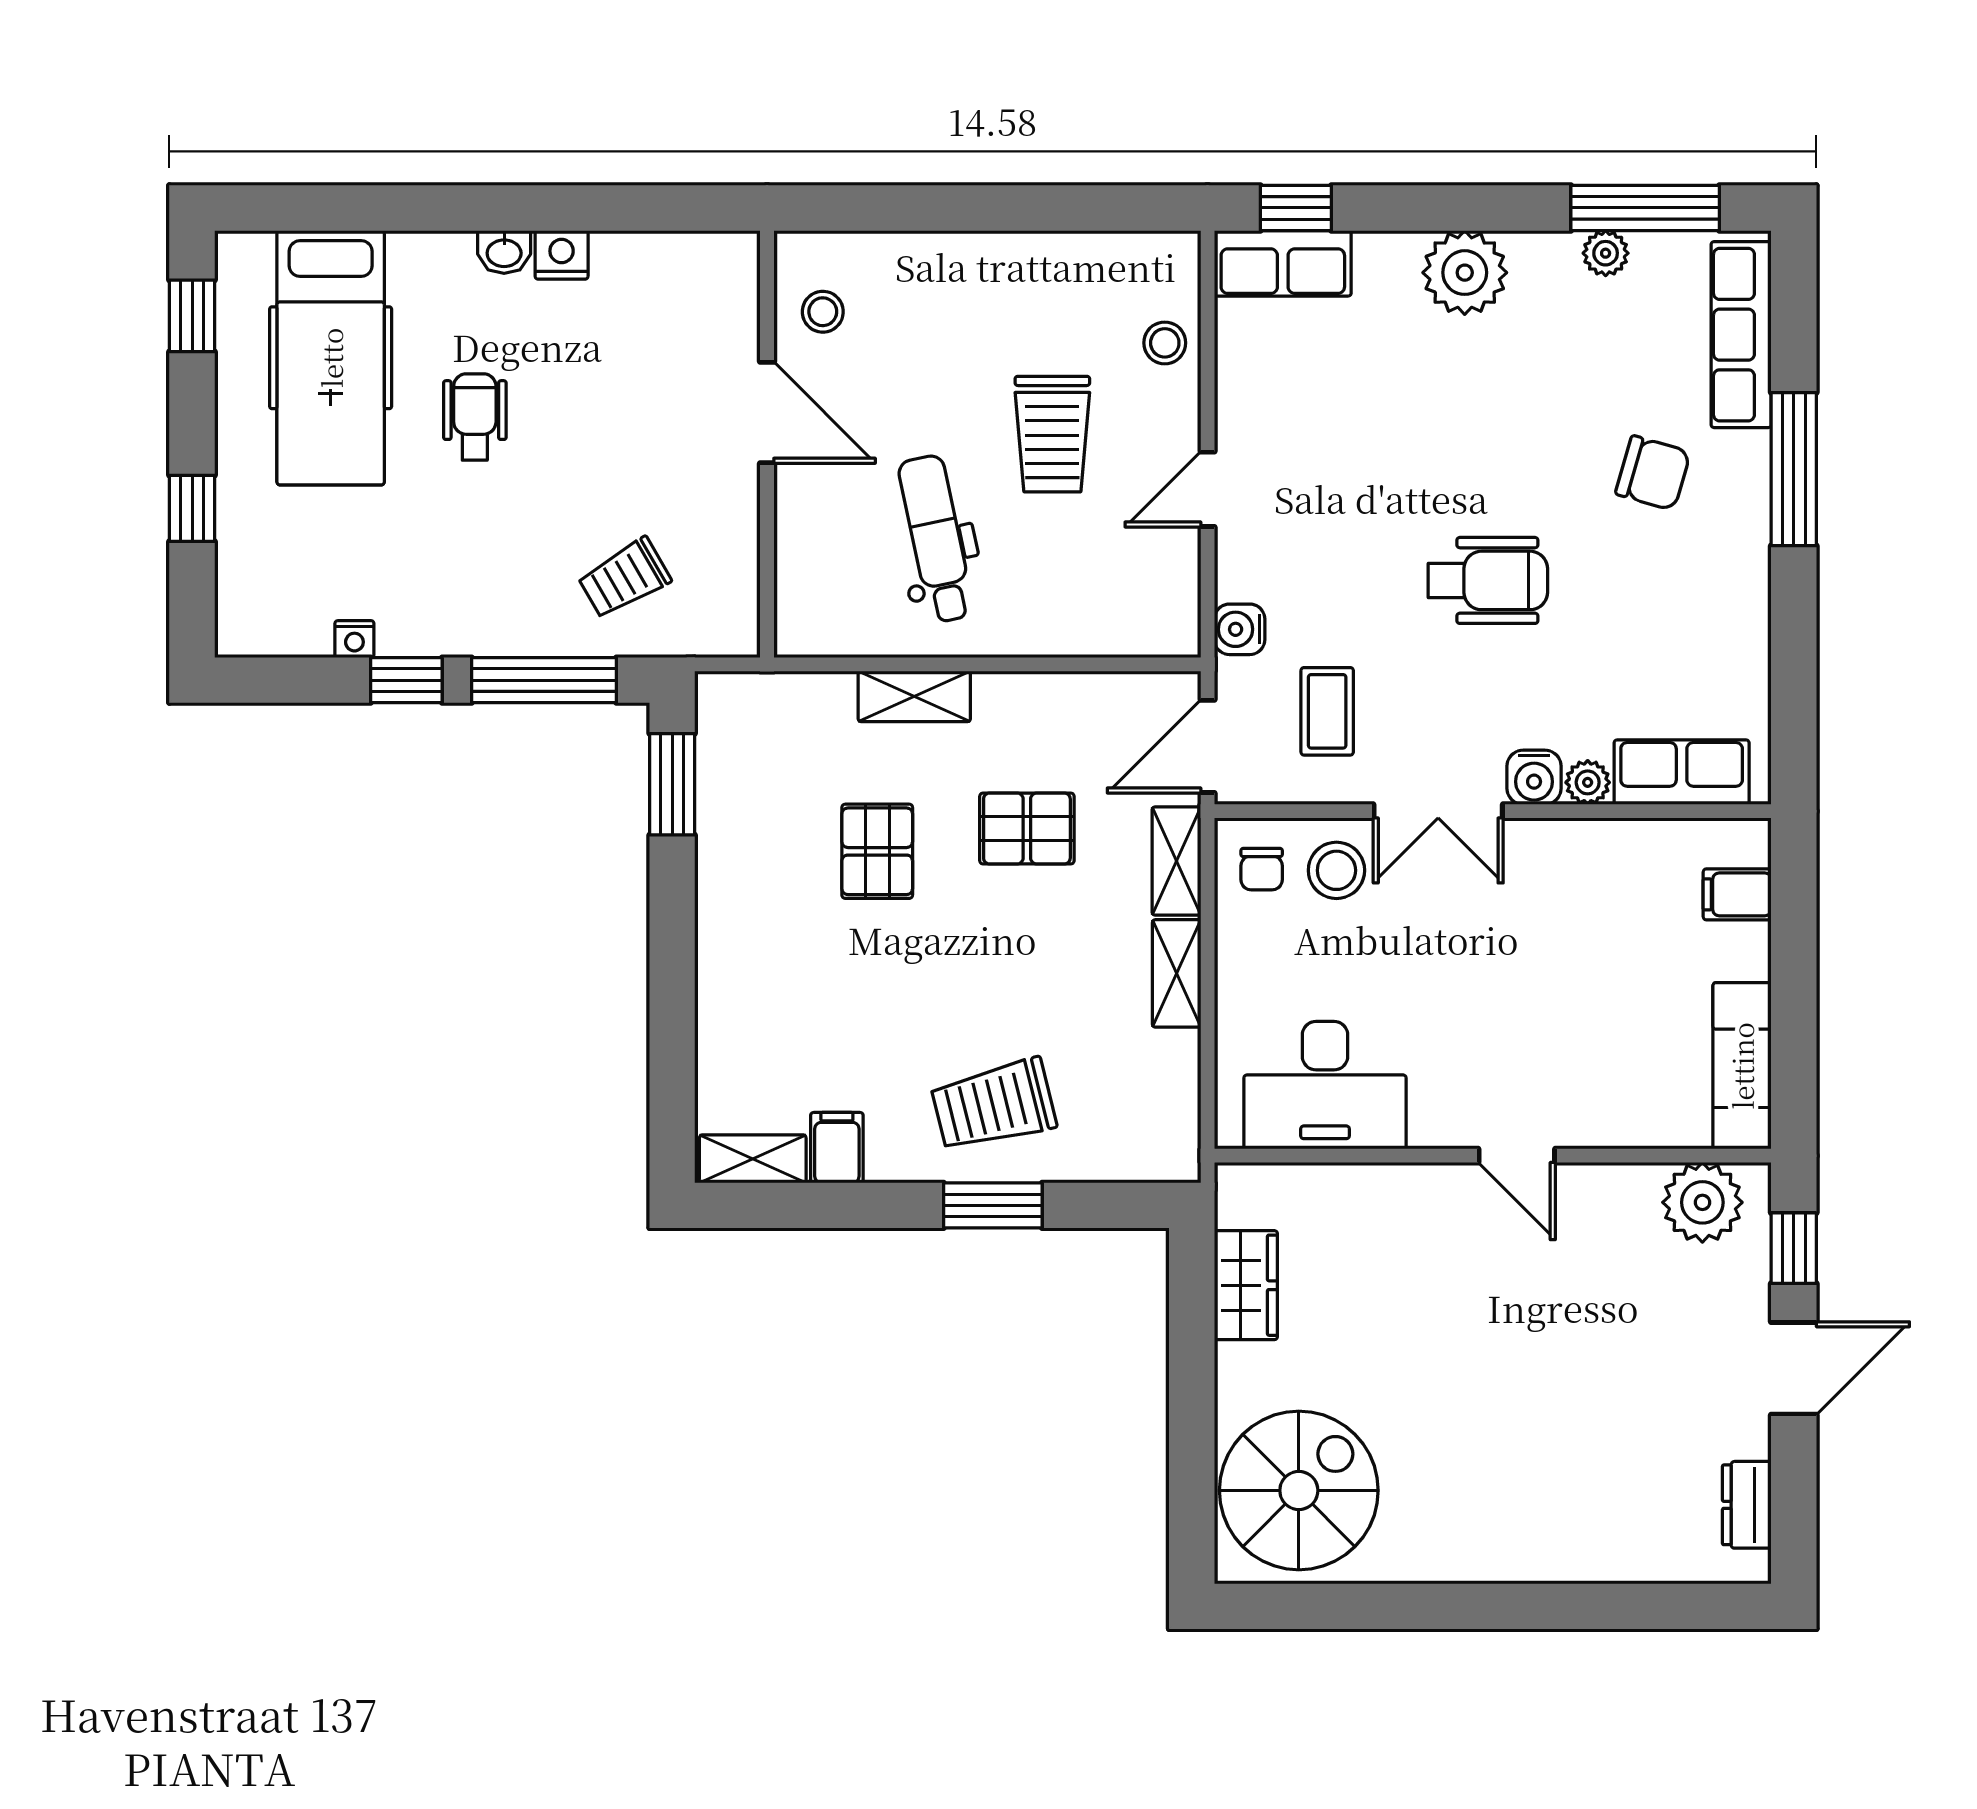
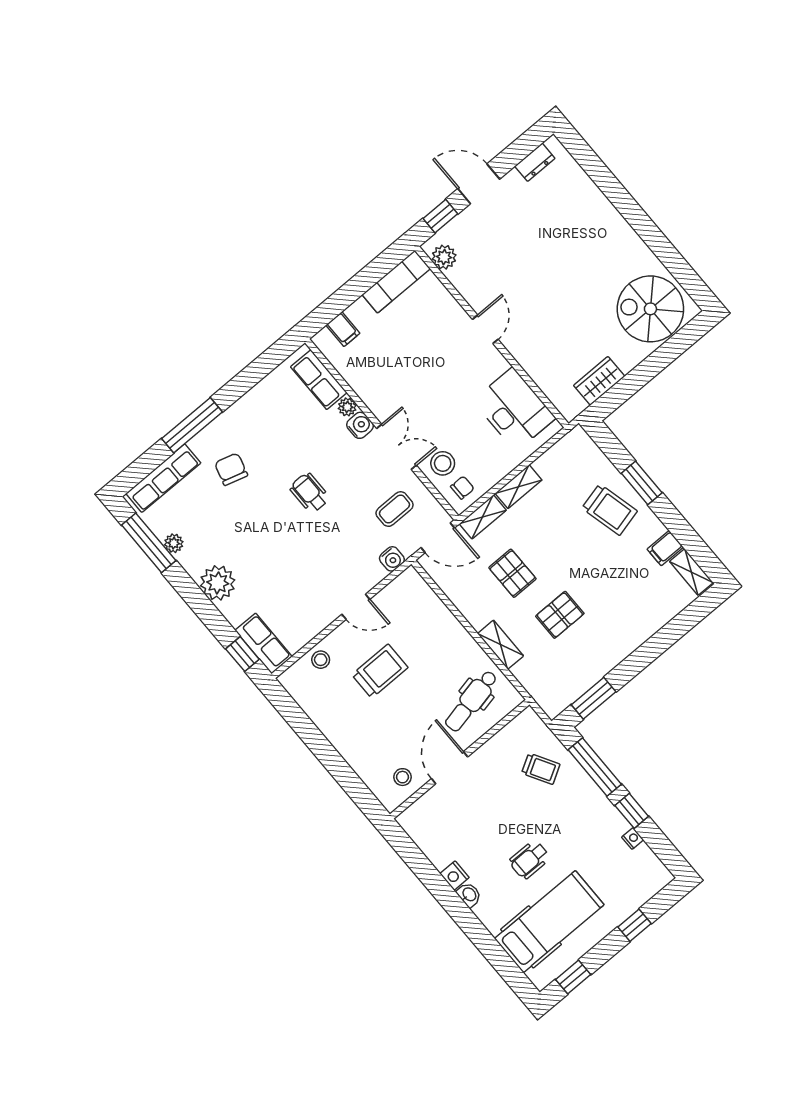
dental chair: (936, 539) -> (471, 701), moved
wheelchair: (1488, 580) -> (310, 493), width x0.73, depth x0.73
plant: (1702, 1202) -> (444, 257), width x0.73, depth x0.73

